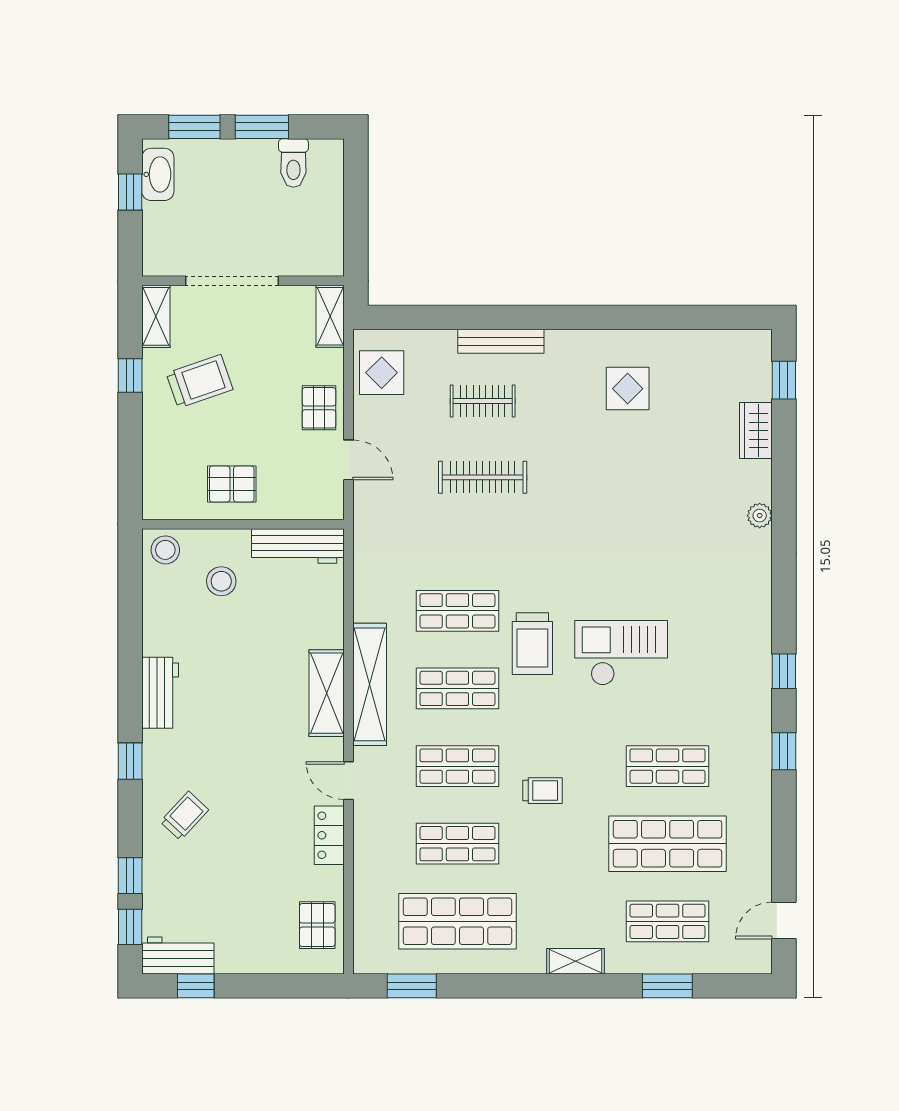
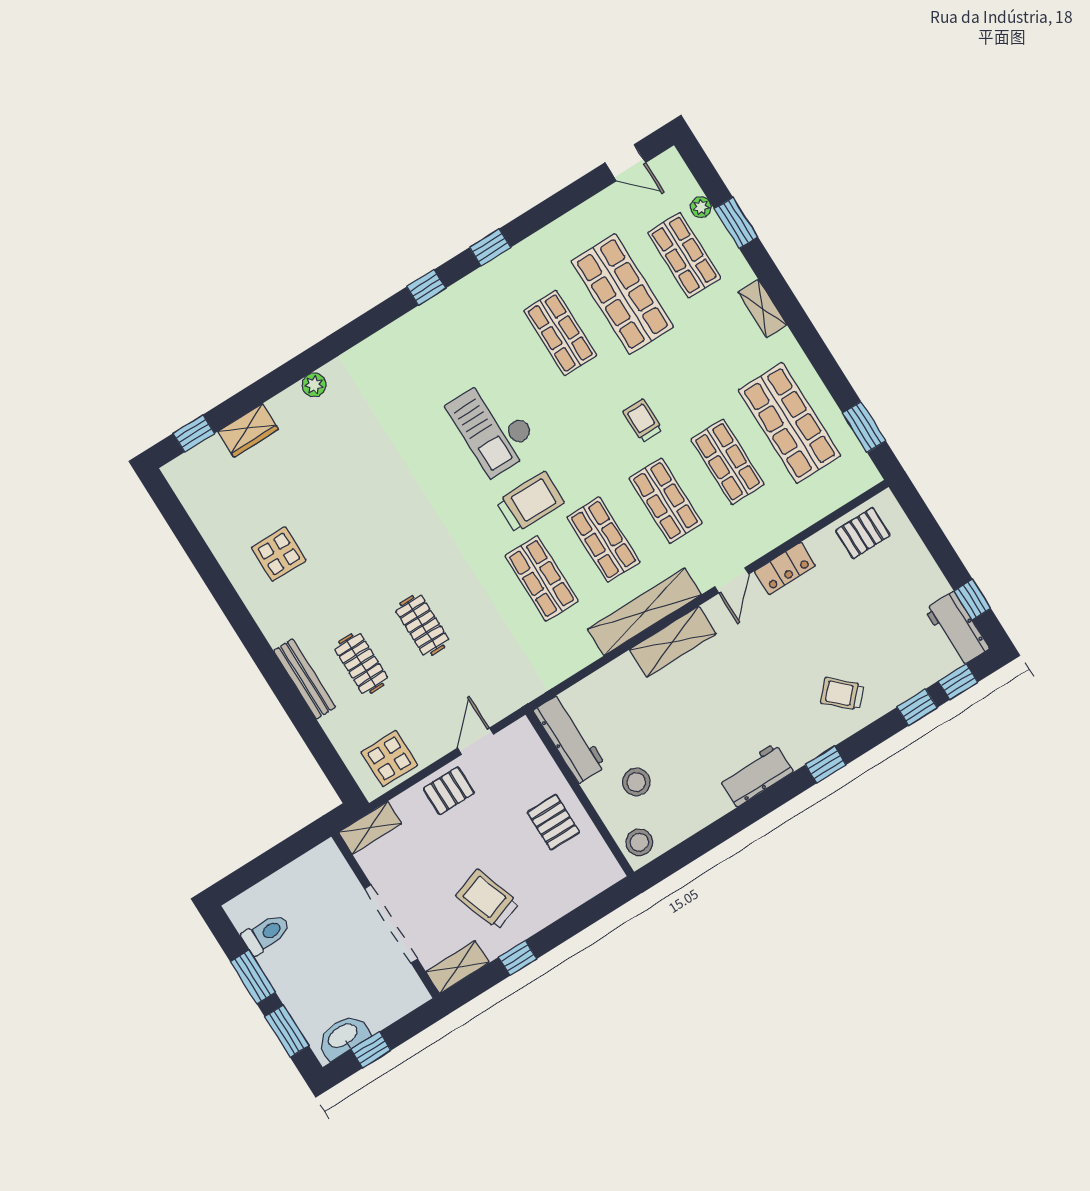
clothes rail: (483, 477) -> (422, 625), width x0.73
plant: (701, 963) -> (701, 207), added

